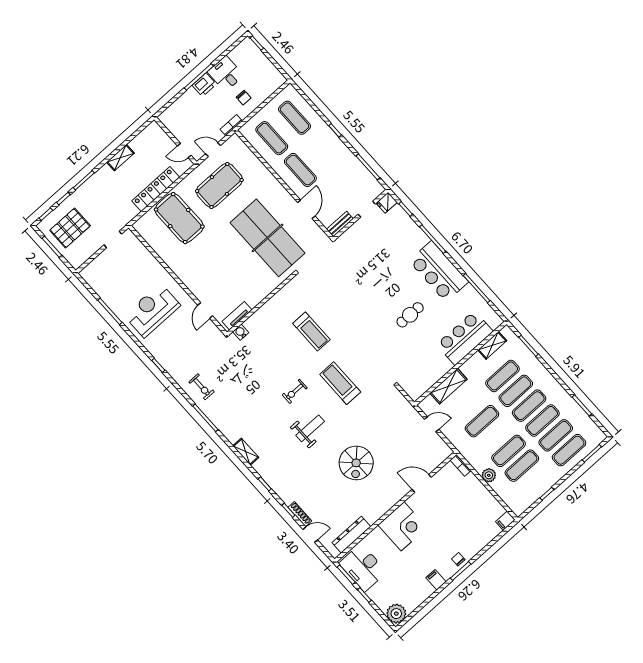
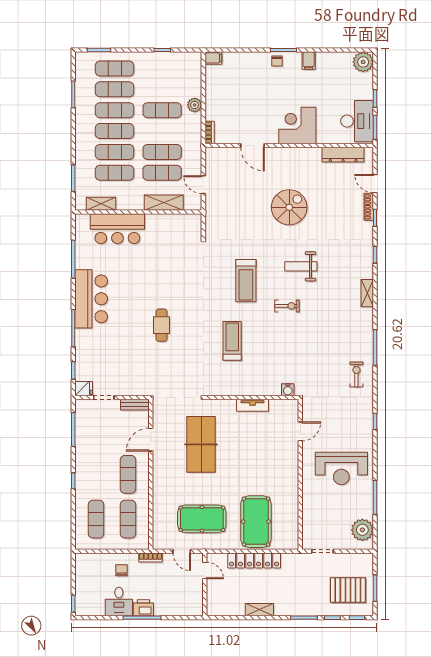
table tennis table: (268, 238) -> (201, 444), width x0.73, depth x0.76
plant: (98, 280) -> (362, 530), added
cafe table: (410, 315) -> (162, 325), moved, turned 90
tv unit: (237, 316) -> (253, 405), moved
exercise mat: (522, 466) -> (162, 173), moved

